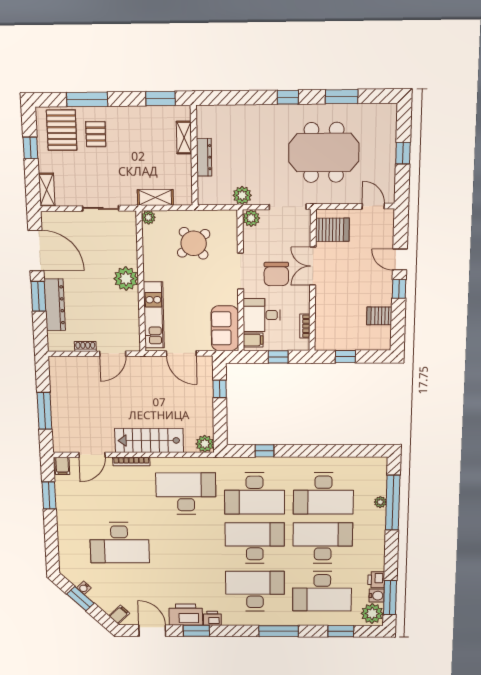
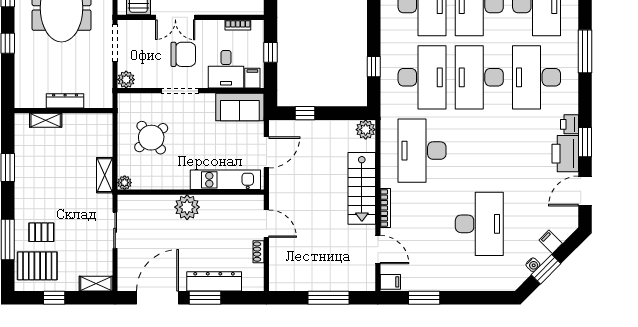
shelving: (184, 138) -> (46, 120), moved
wall: (194, 156) -> (63, 111), moved
dresser: (204, 157) -> (65, 101), moved
plant: (242, 195) -> (103, 88), removed
filing cabinet: (119, 615) -> (551, 242), moved

